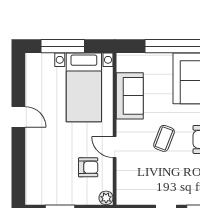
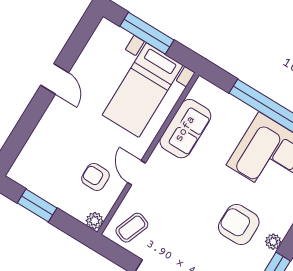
coffee table: (164, 138) -> (132, 228), moved
armchair: (88, 167) -> (95, 177), turned 180

